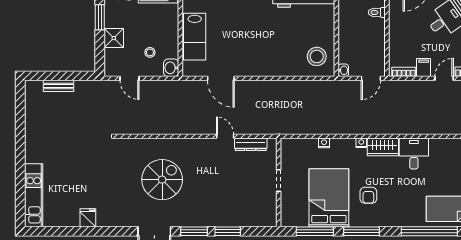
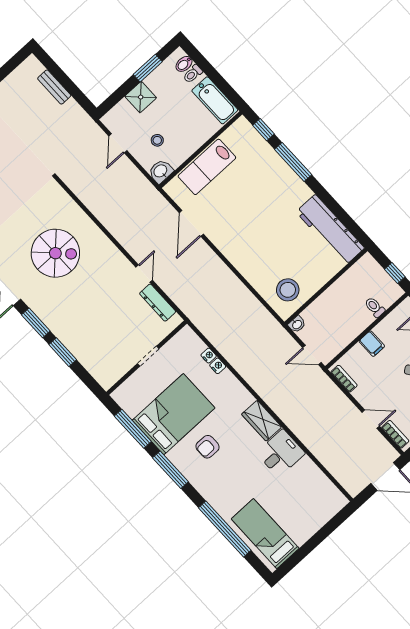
filing cabinet: (424, 68) -> (372, 344), moved, turned 90
nightstand: (361, 143) -> (209, 356), moved

